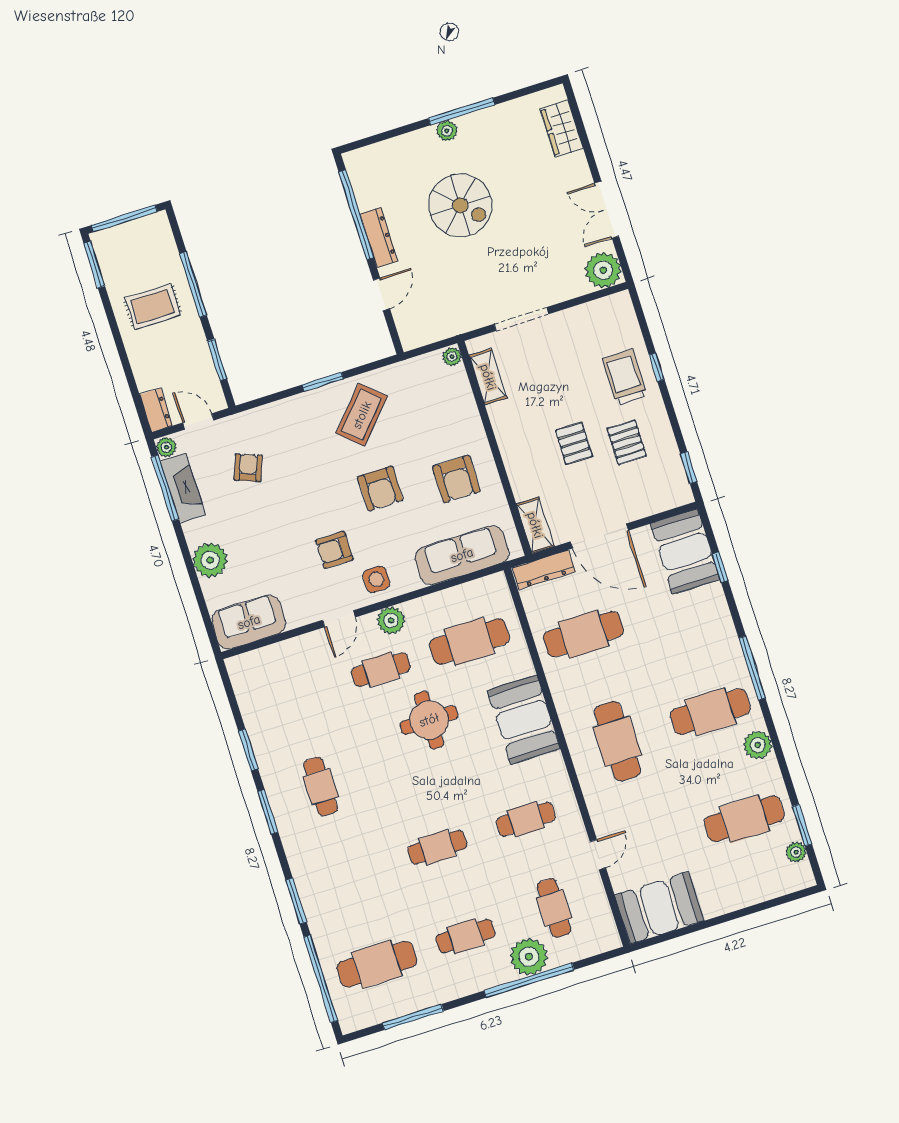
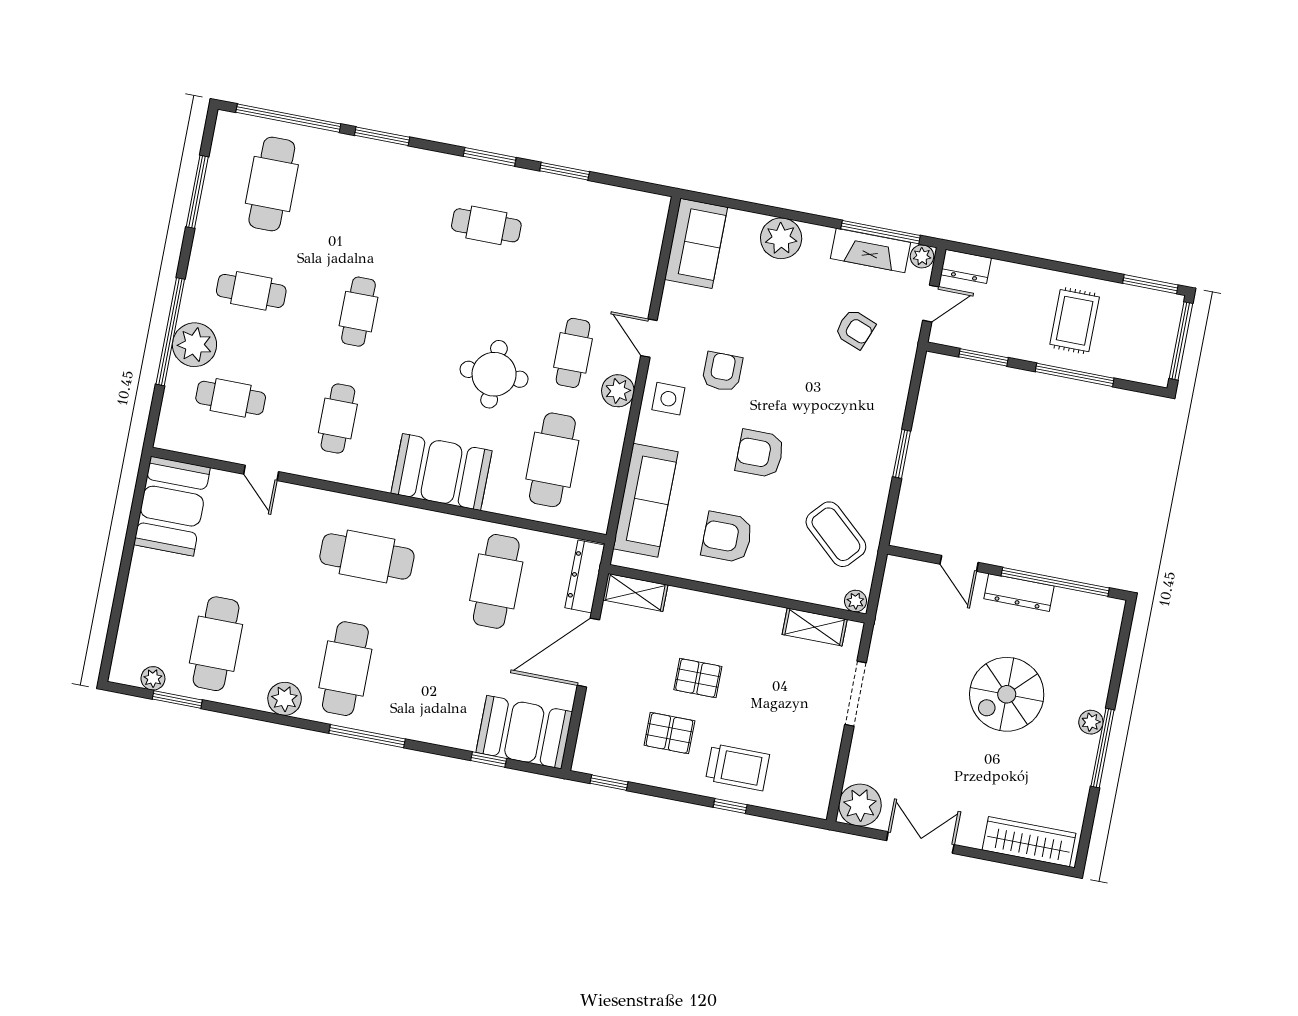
wardrobe: (562, 129) -> (1029, 842), width x1.50
coffee table: (362, 415) -> (836, 534), moved
cafe table: (465, 936) -> (251, 291), turned 90

